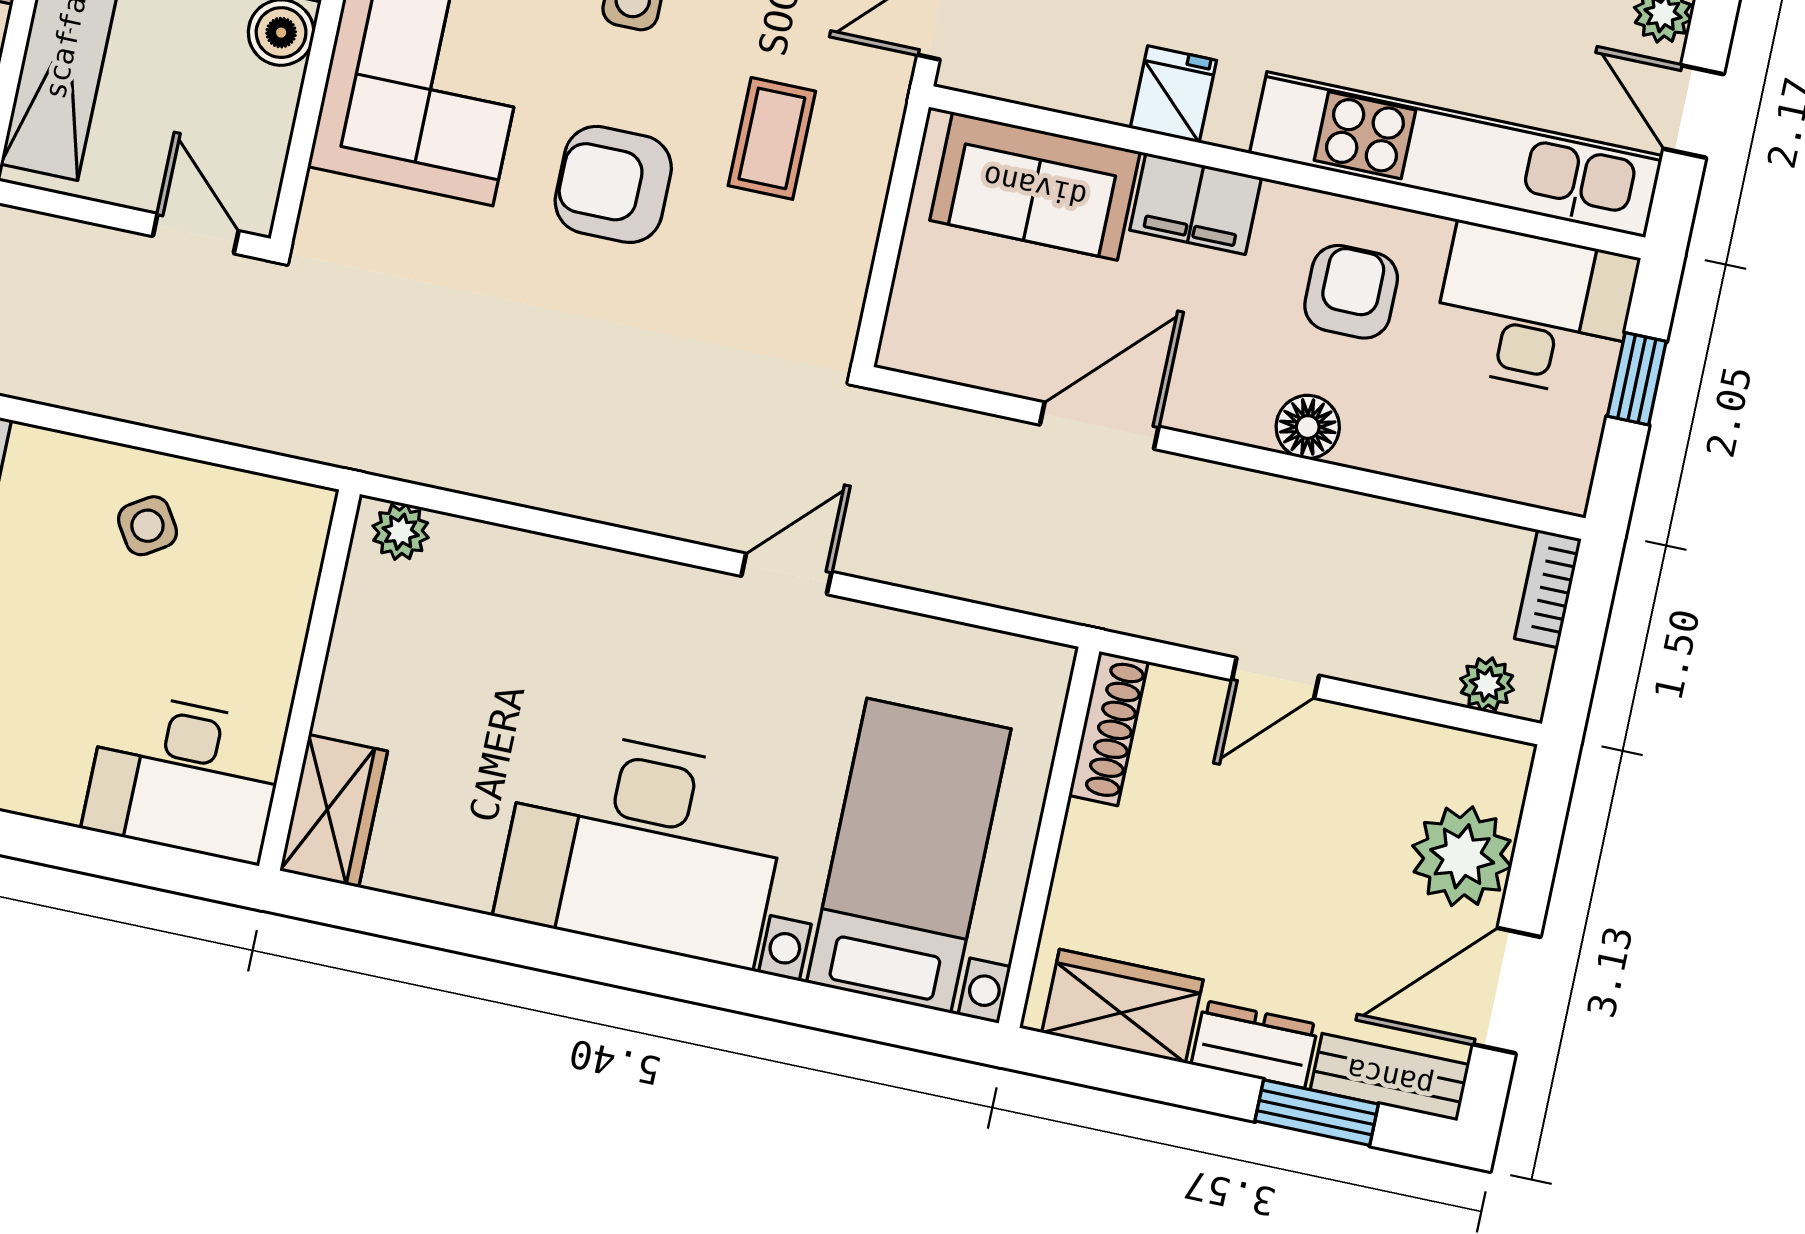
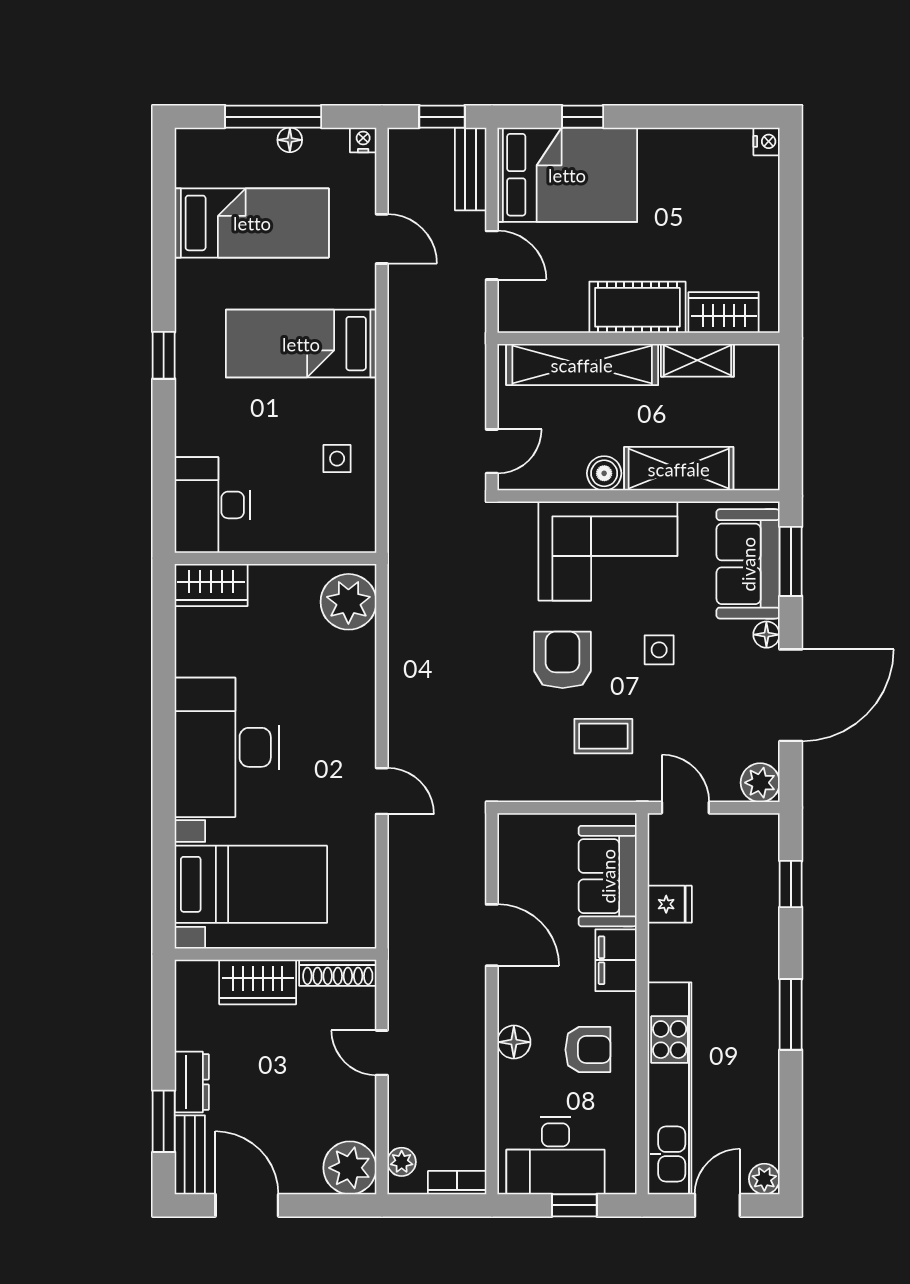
fridge: (1173, 94) -> (670, 904), moved
desk: (1534, 311) -> (555, 1156), moved, turned 90
side table: (147, 526) -> (337, 459), turned 32
plant: (401, 532) -> (348, 602), width x1.87, depth x1.87
plant: (1462, 856) -> (350, 1168), moved
wardrobe: (1122, 1006) -> (258, 982), moved, turned 90

